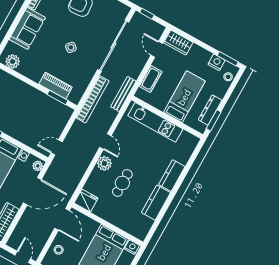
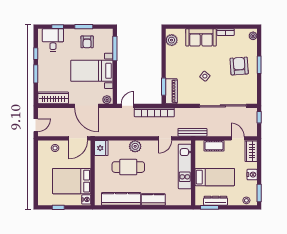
door: (157, 49) -> (238, 138), hinge flipped
nightstand: (216, 62) -> (252, 175), moved
piano: (56, 86) -> (171, 91), moved
bookcase: (93, 99) -> (154, 112), moved
door: (105, 142) -> (165, 138), moved
door: (57, 147) -> (128, 106), hinge flipped
cafe table: (122, 183) -> (128, 167), width x1.37, depth x1.35
kitchen counter: (156, 203) -> (121, 199), width x1.50

